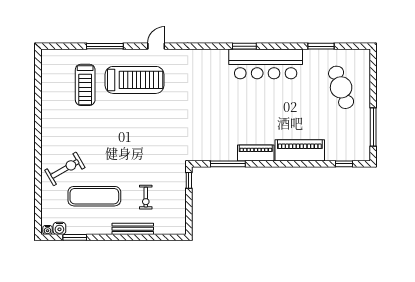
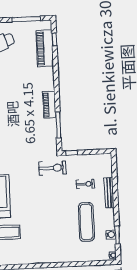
piano: (300, 150) -> (45, 48), moved
exercise bike: (65, 169) -> (53, 168), moved, turned 120
water cooler: (59, 228) -> (111, 235), moved

